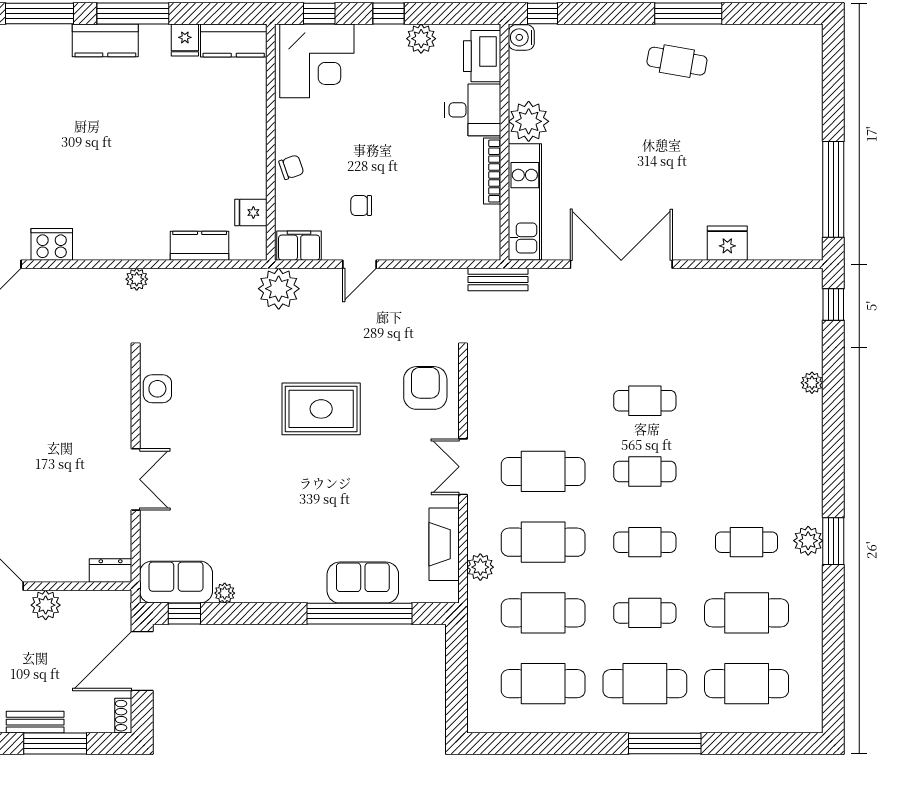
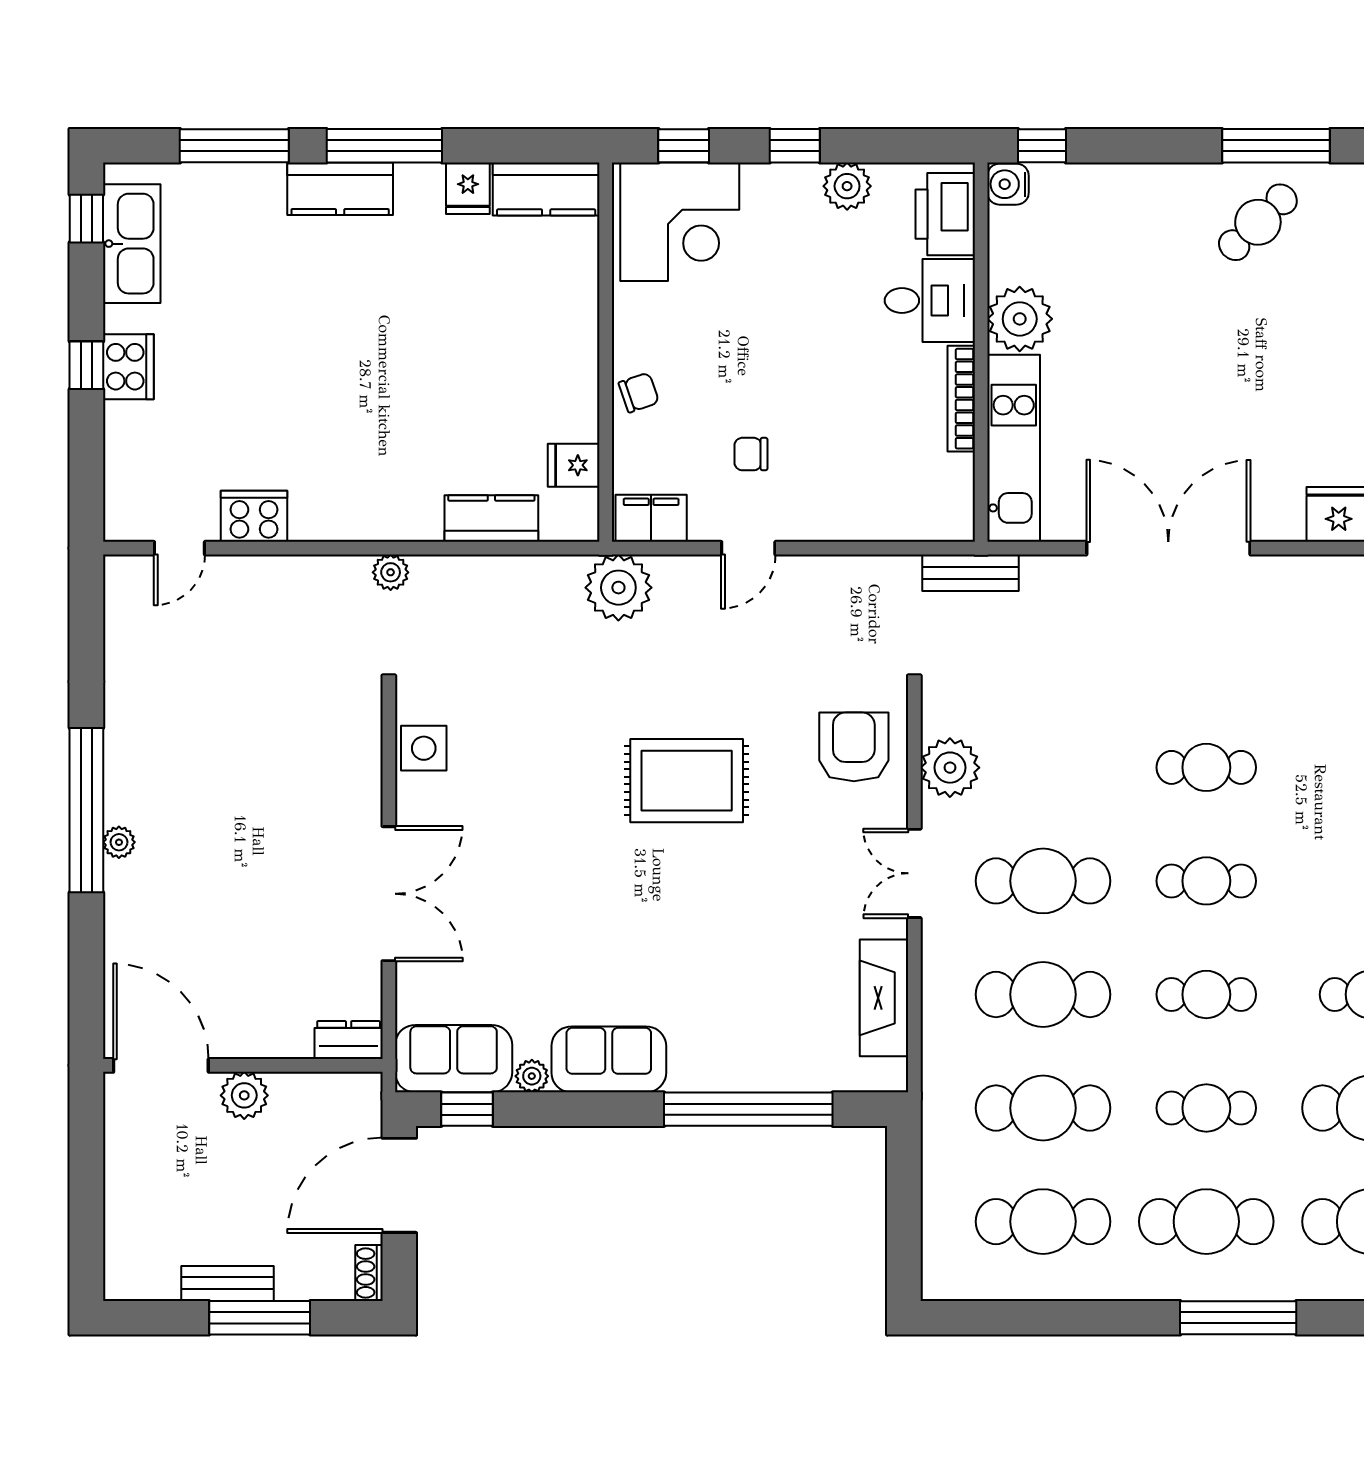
cafe table: (677, 61) -> (1258, 222), turned -54
double door: (136, 479) -> (389, 894), width x1.37
plant: (480, 567) -> (950, 768), moved, width x1.36, depth x1.36
sofa: (363, 583) -> (609, 1059), moved

